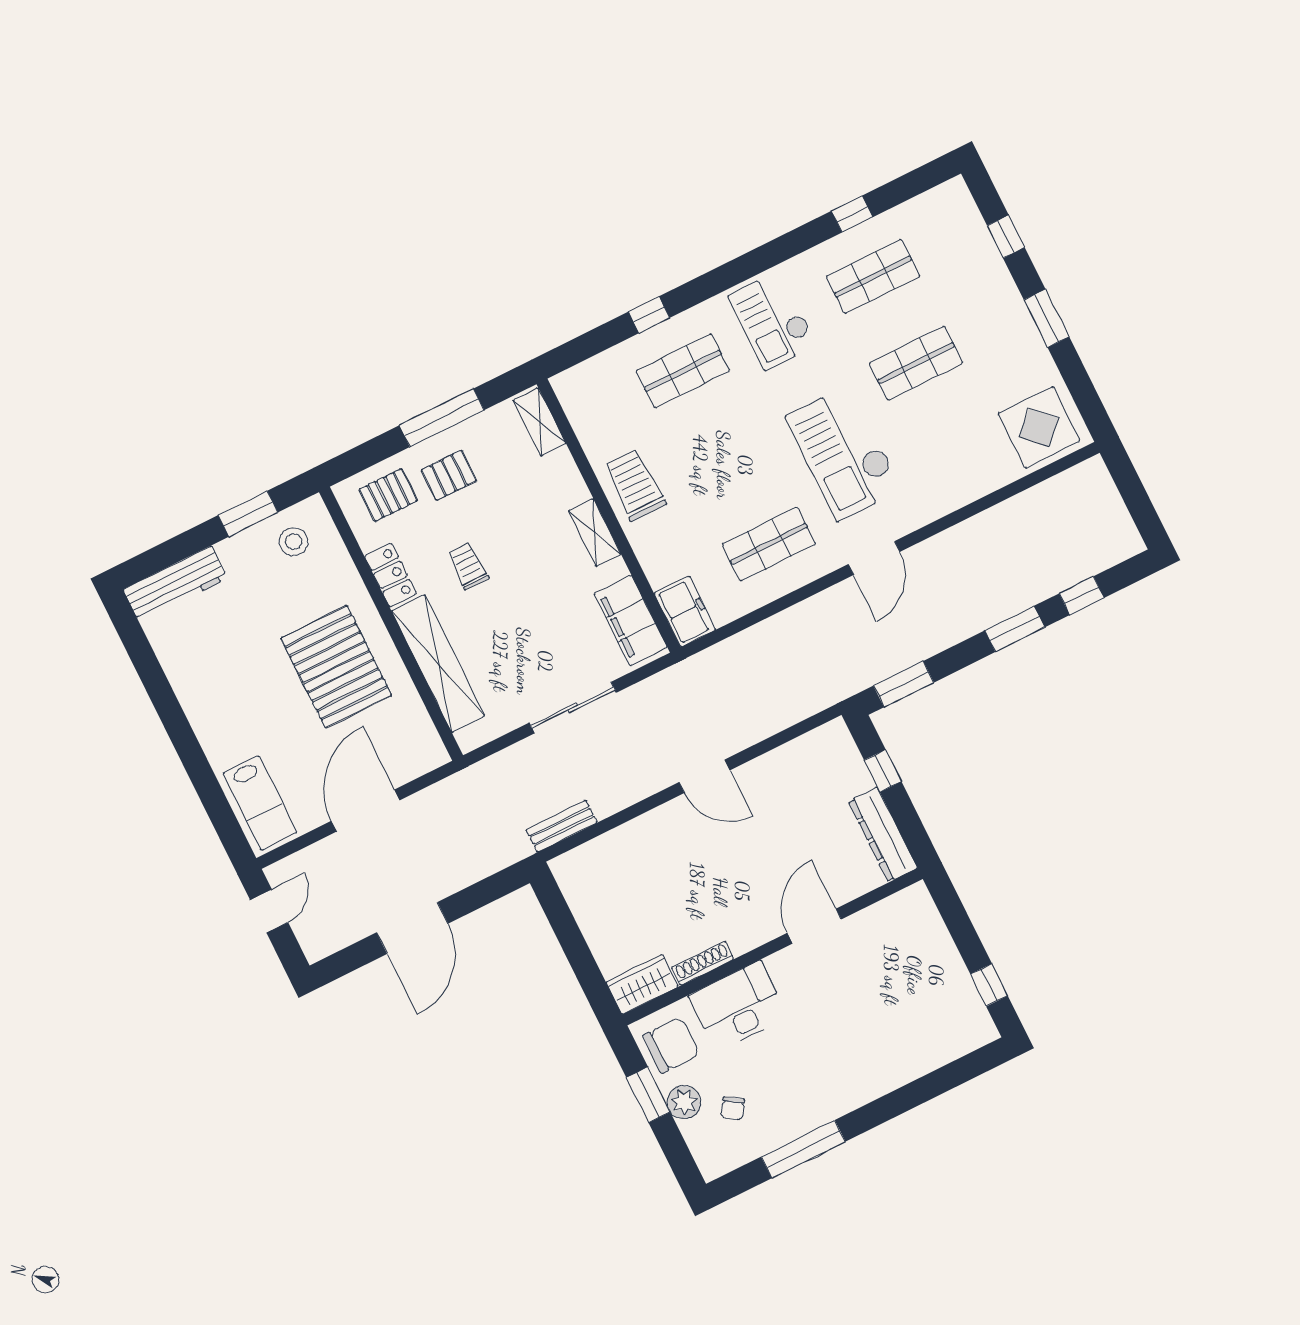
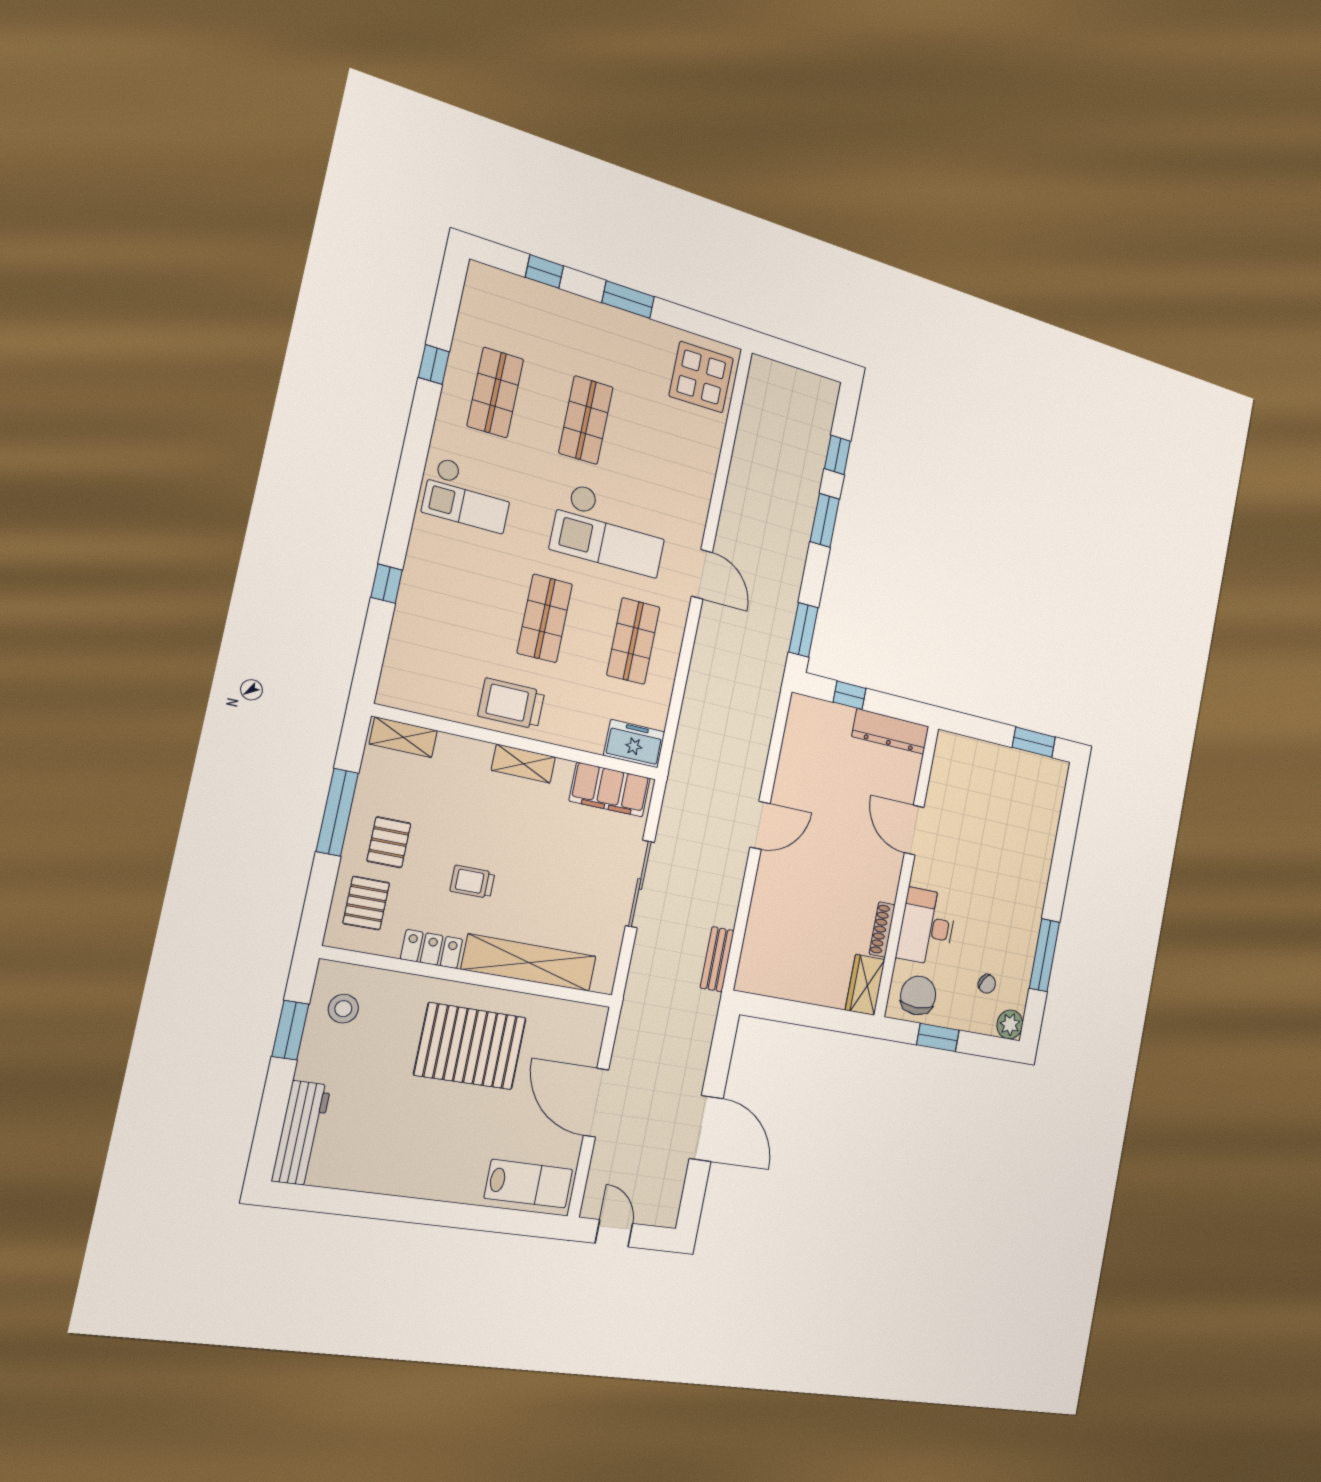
shop shelf: (683, 371) -> (545, 618), moved
window: (989, 985) -> (1034, 742), width x1.50
plant: (684, 1102) -> (1010, 1024), moved

